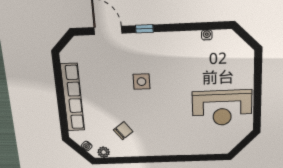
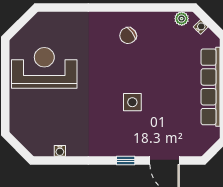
chair: (123, 131) -> (128, 35), moved

